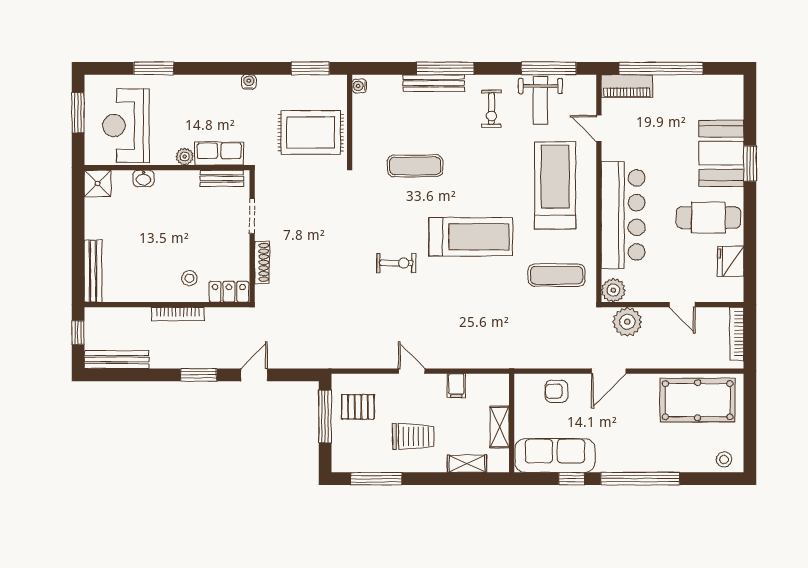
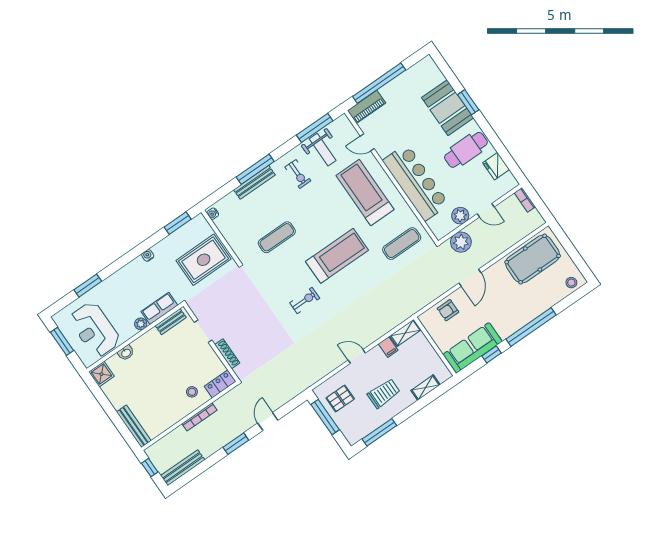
plant: (613, 290) -> (460, 216), moved
bookcase: (737, 334) -> (525, 200), width x0.64
shelving: (500, 427) -> (405, 333), moved, turned 90

